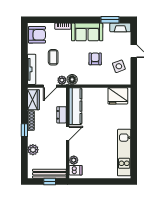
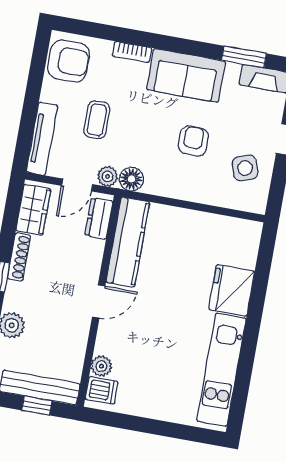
fridge: (118, 96) -> (232, 290), moved, turned 90
dresser: (61, 115) -> (99, 218), moved

